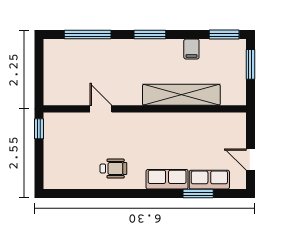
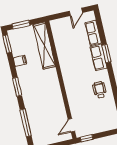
shelving: (181, 95) -> (44, 46), moved
door: (101, 109) -> (71, 125), moved
window: (198, 194) -> (106, 54), moved

